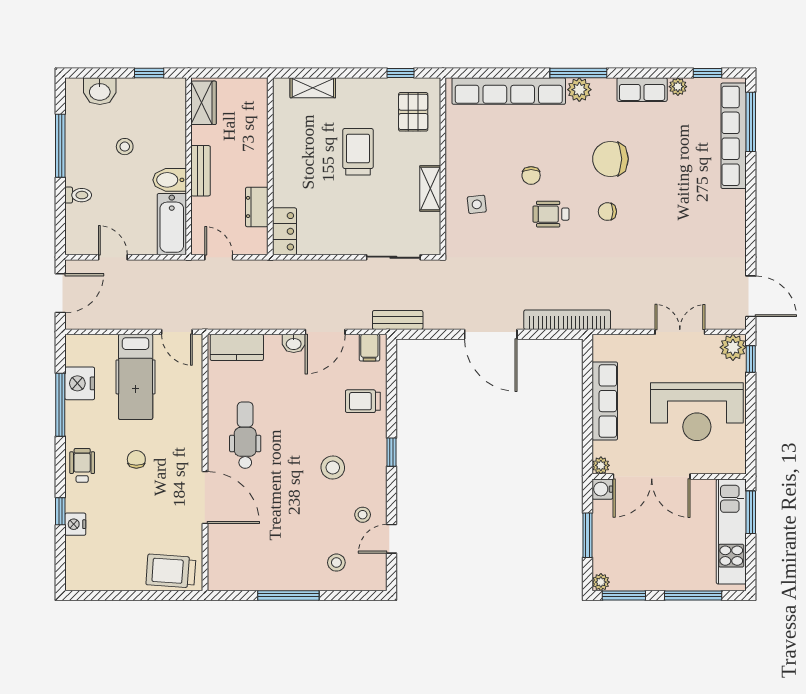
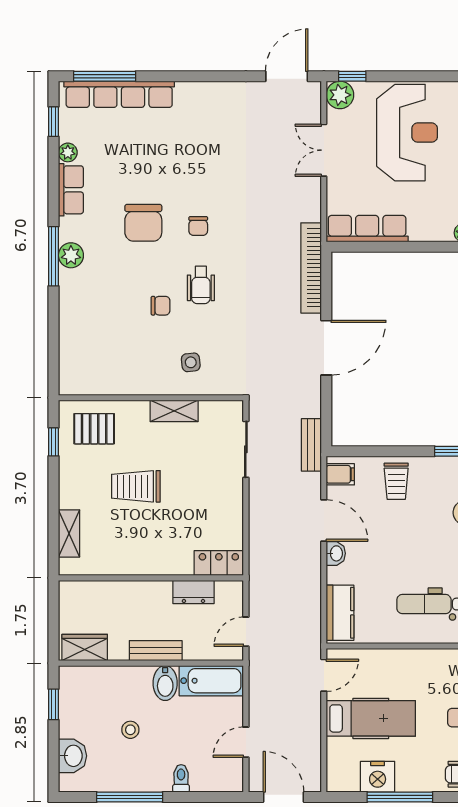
row of seats: (509, 91) -> (72, 329), removed
row of seats: (605, 401) -> (367, 229), moved

